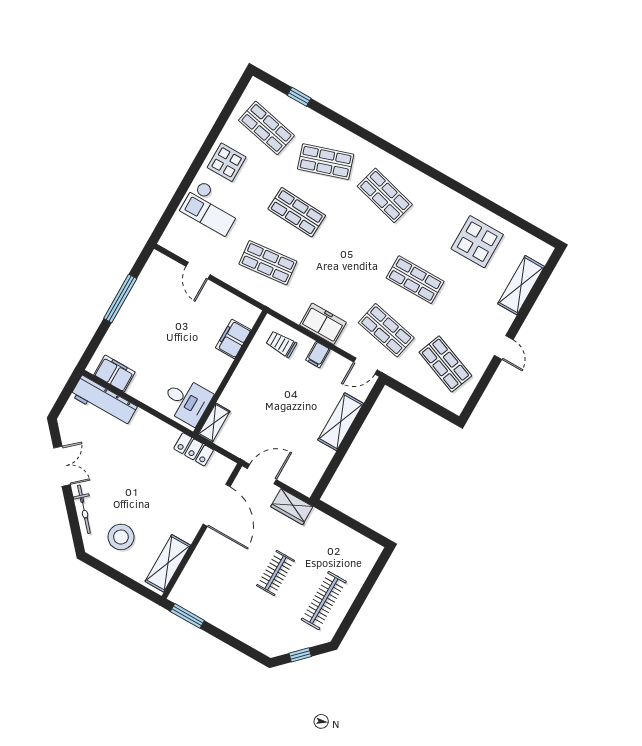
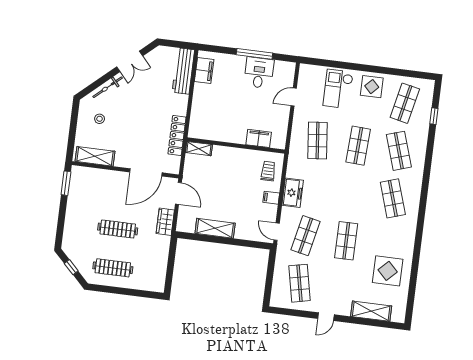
shop shelf: (385, 195) -> (393, 198), turned -33
shop shelf: (445, 364) -> (299, 283), turned -33
desk: (187, 401) -> (259, 73), moved, turned 180
shelving: (341, 422) -> (215, 228), moved
locker: (194, 449) -> (177, 136), width x1.53
stool: (121, 537) -> (100, 119), width x0.53, depth x0.53
clothes rail: (275, 573) -> (118, 229), width x1.36

